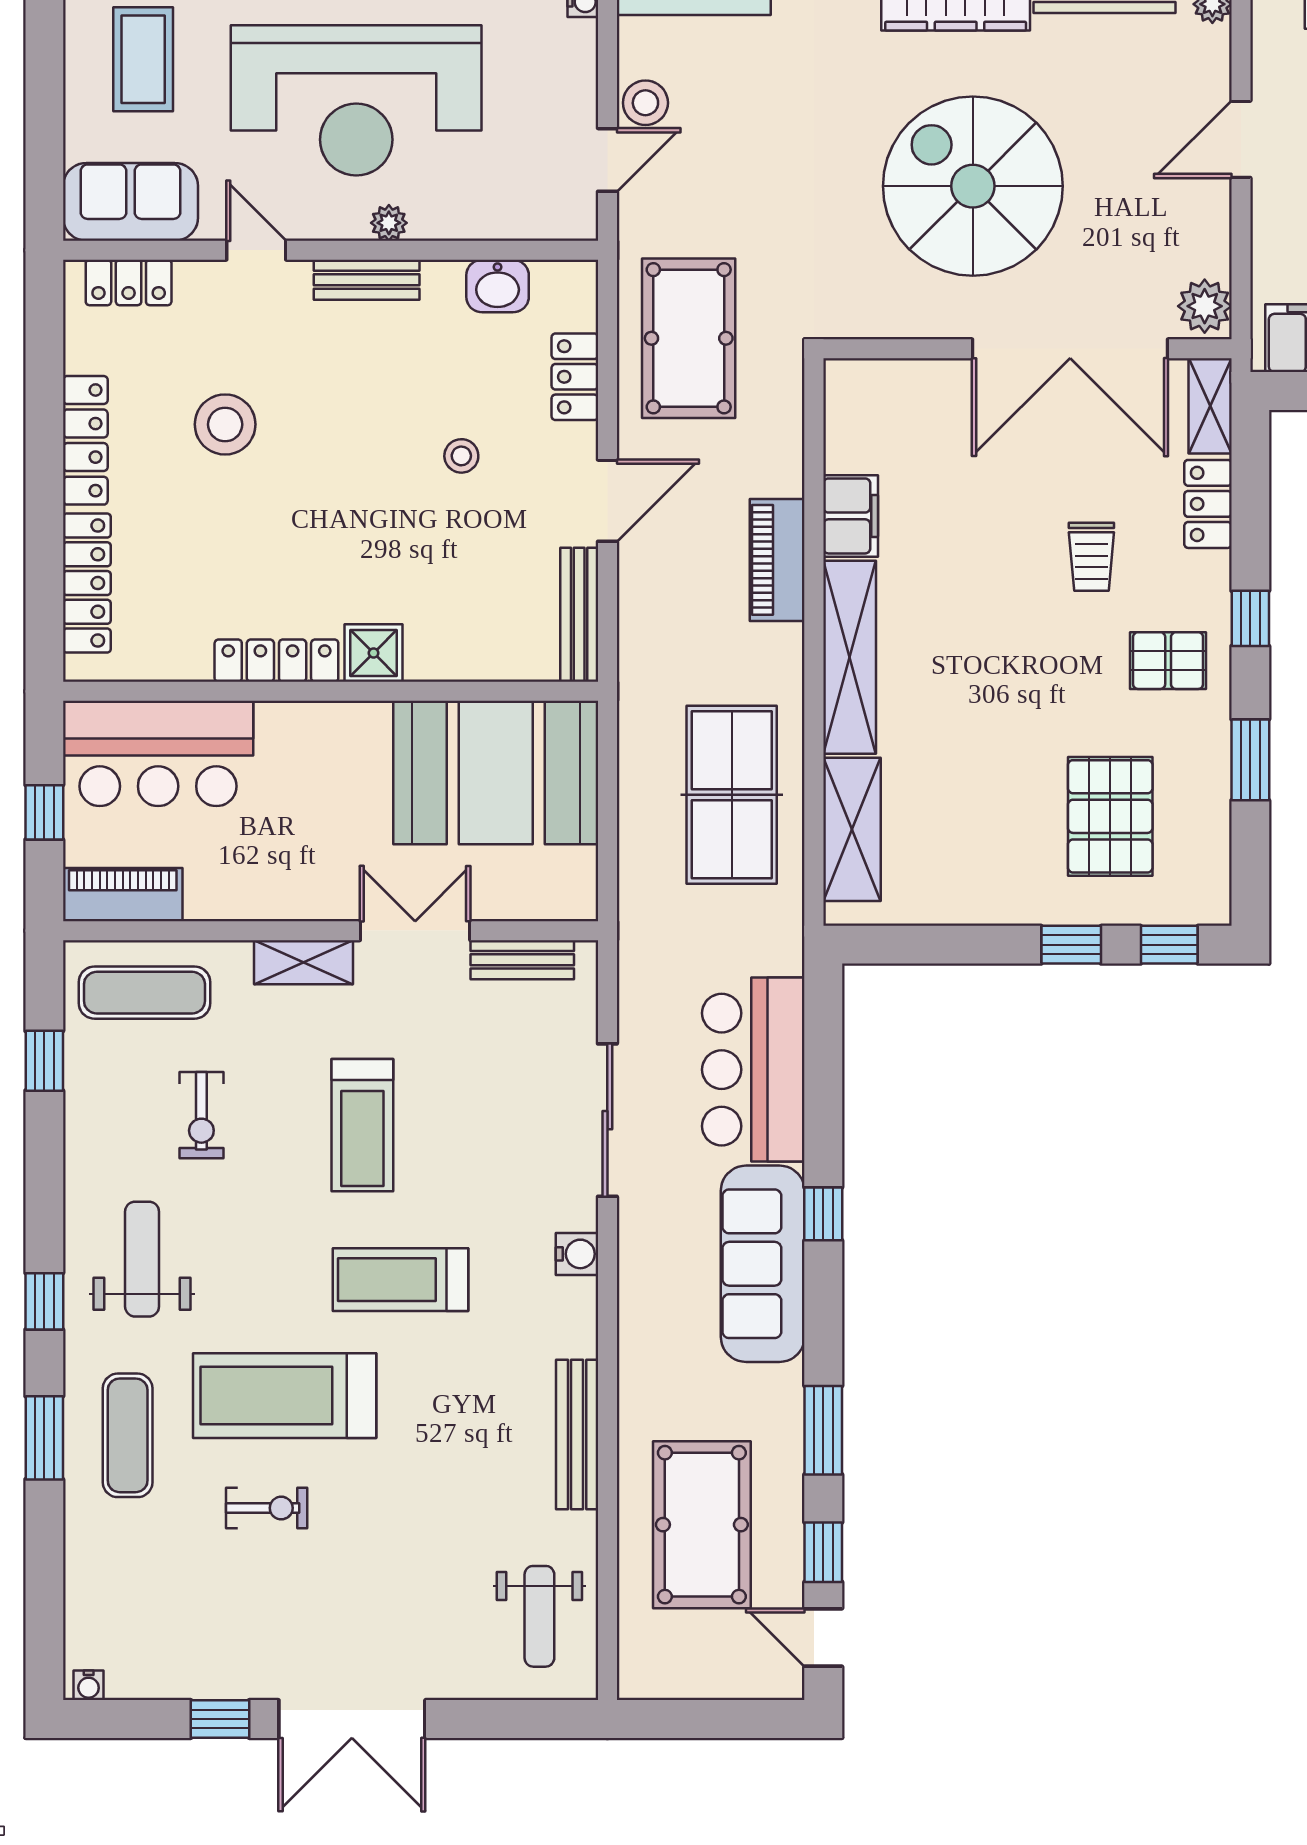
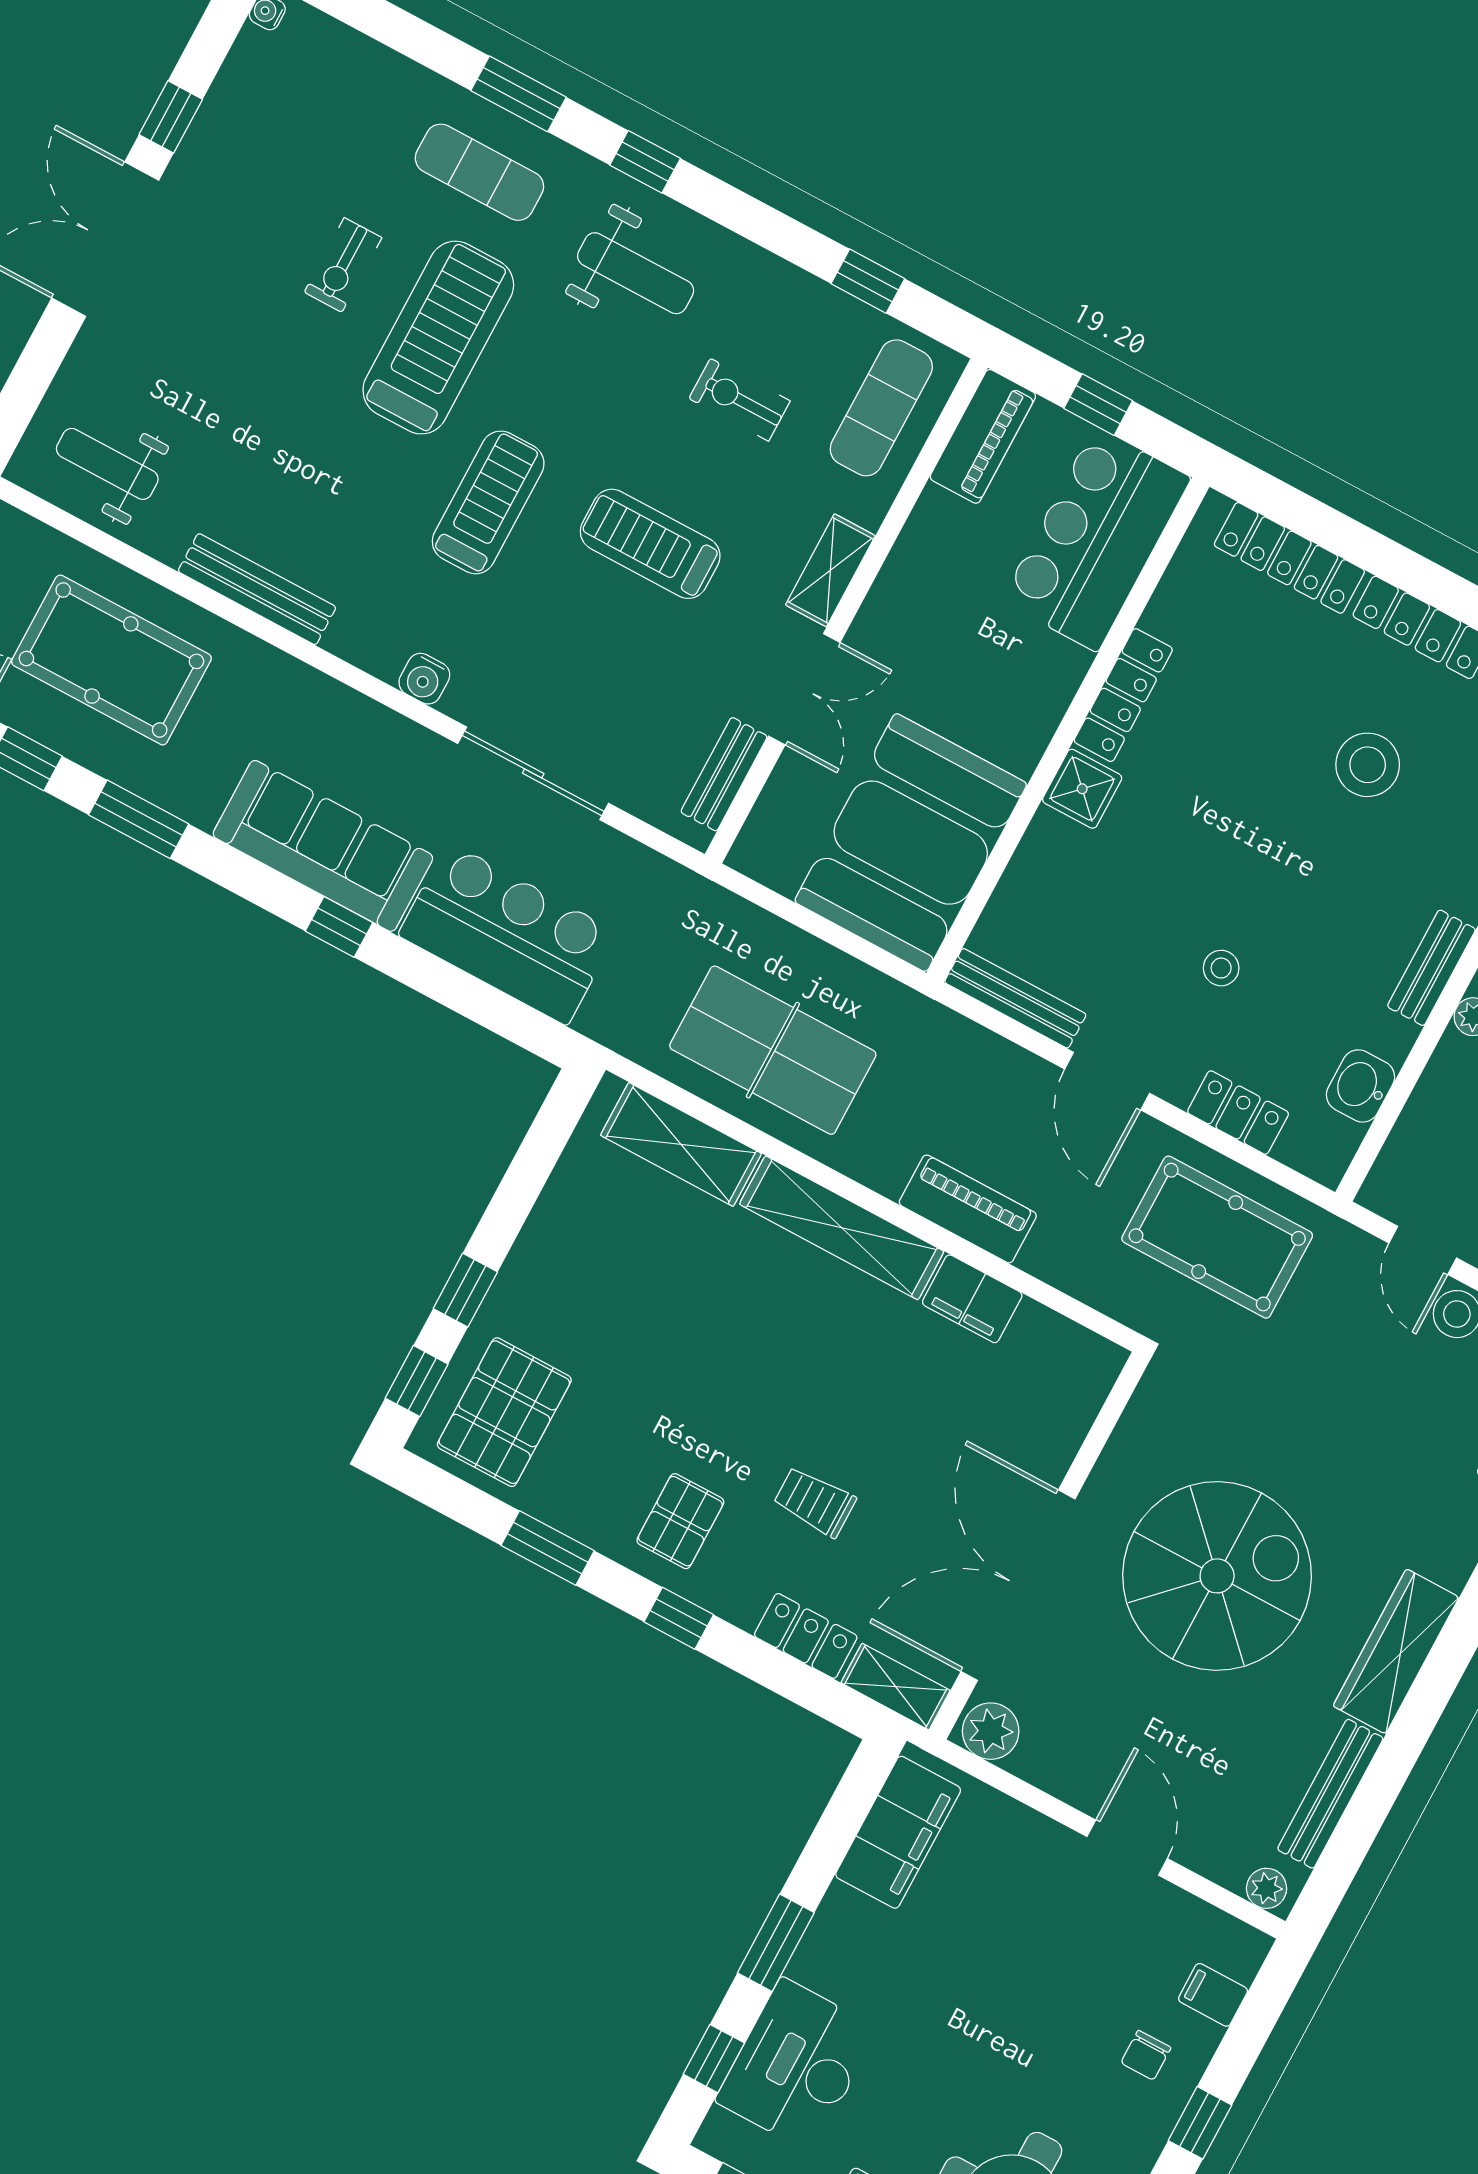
pallet: (1110, 816) -> (504, 1412), moved, turned 90

